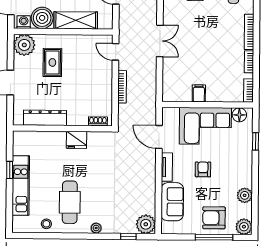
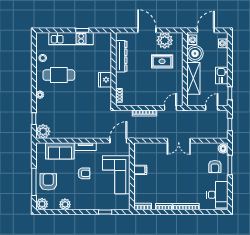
plant: (24, 45) -> (165, 40), moved
floor lamp: (239, 115) -> (125, 200), removed
door: (159, 137) -> (118, 141), moved

